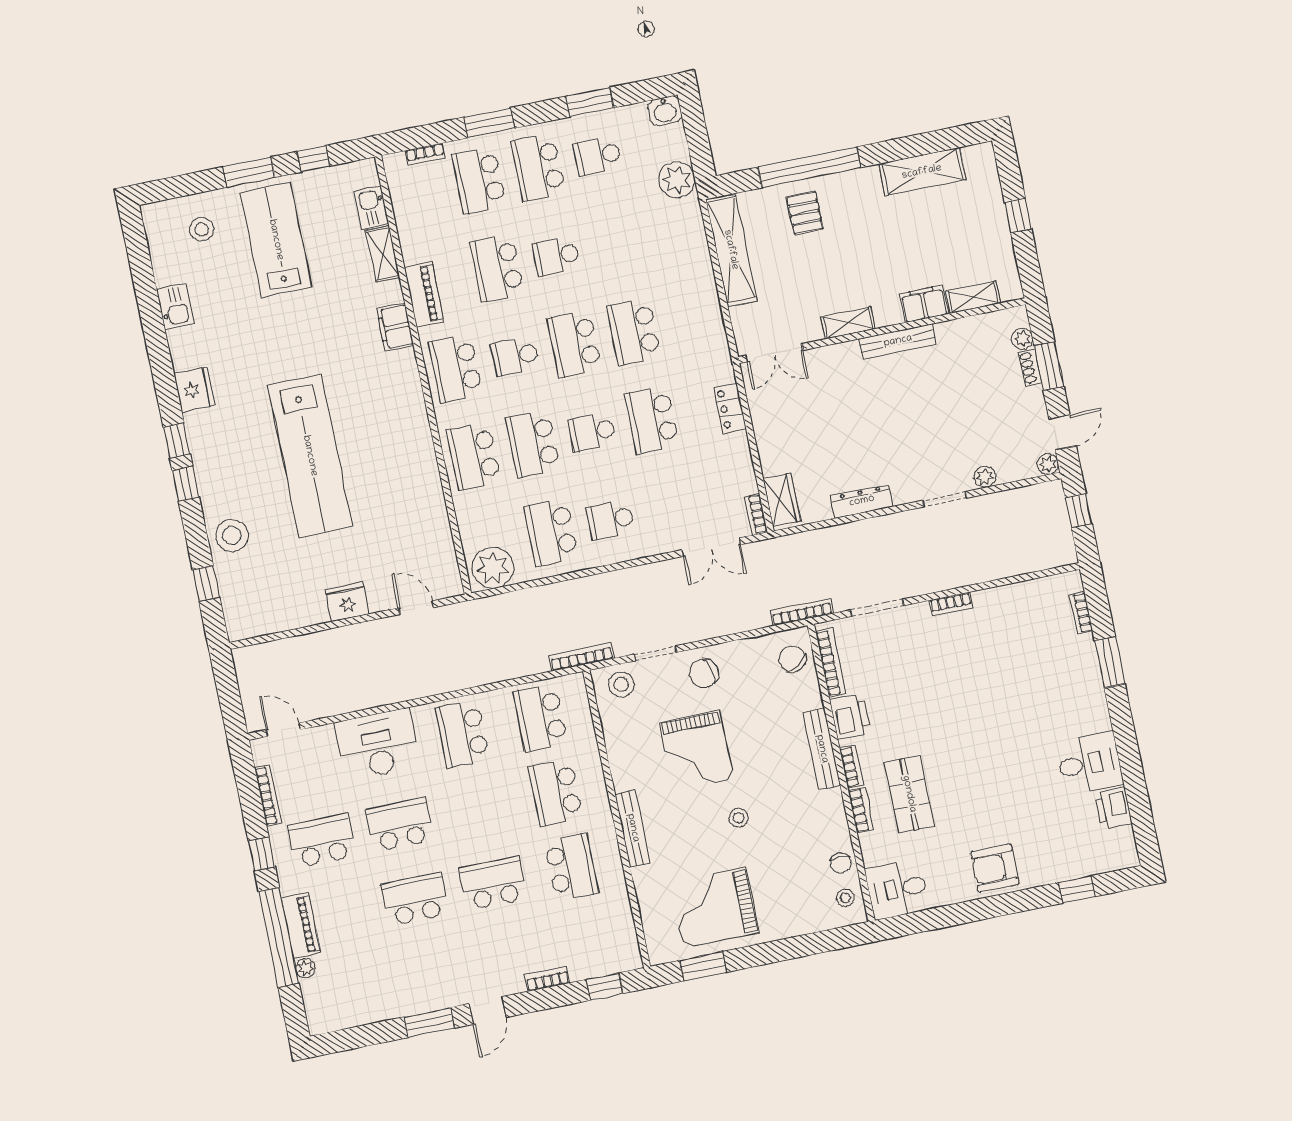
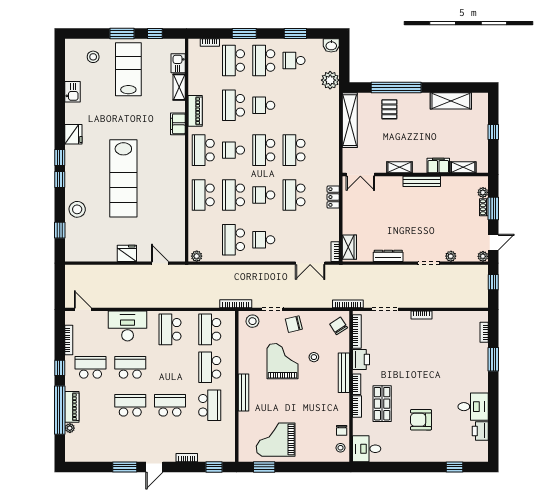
plant: (493, 568) -> (197, 256), width x0.53, depth x0.53
grand piano: (696, 751) -> (283, 361), turned 180
stool: (739, 818) -> (314, 357), moved
armchair: (995, 868) -> (421, 420), moved

